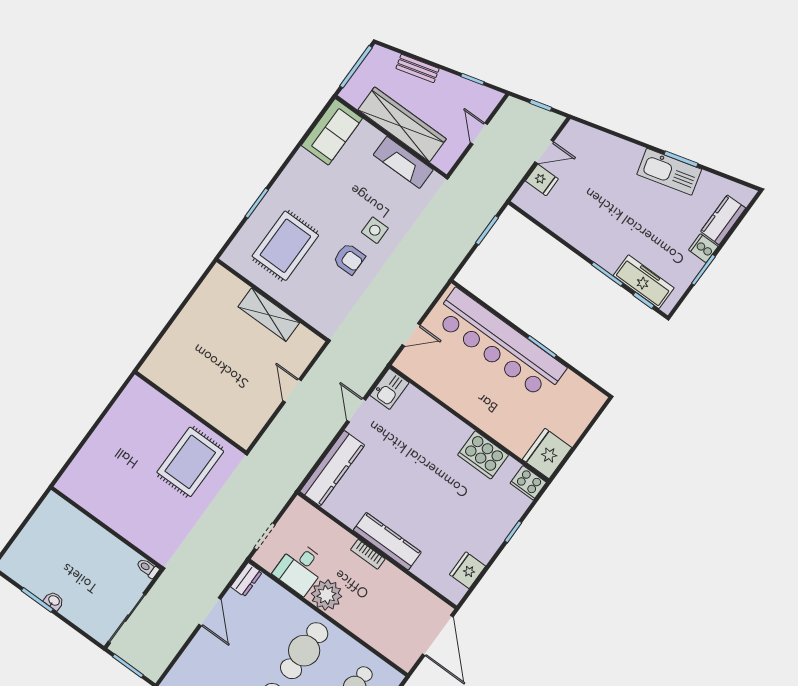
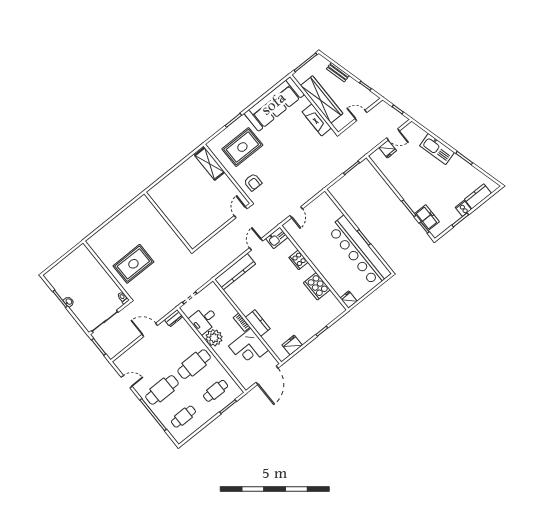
sofa: (332, 132) -> (274, 104), width x1.85, depth x1.27
door: (479, 134) -> (361, 115), hinge flipped
kitchen sink: (669, 172) -> (437, 149), moved
side table: (375, 230) -> (292, 152), removed
armchair: (349, 259) -> (253, 182), moved
freezer: (644, 282) -> (427, 218), width x0.71
shelving: (269, 315) -> (210, 164), moved
door: (411, 335) -> (296, 212), hinge flipped
bar counter: (500, 344) -> (359, 251), moved
door: (292, 391) -> (241, 212), moved
fridge: (547, 453) -> (349, 300), width x0.53, depth x0.75
rug: (190, 462) -> (133, 264), moved
cooker: (528, 483) -> (299, 260), moved
kitchen counter: (387, 541) -> (258, 323), width x0.67
corner desk: (392, 596) -> (249, 348), added
door: (210, 612) -> (150, 330), swing flipped

